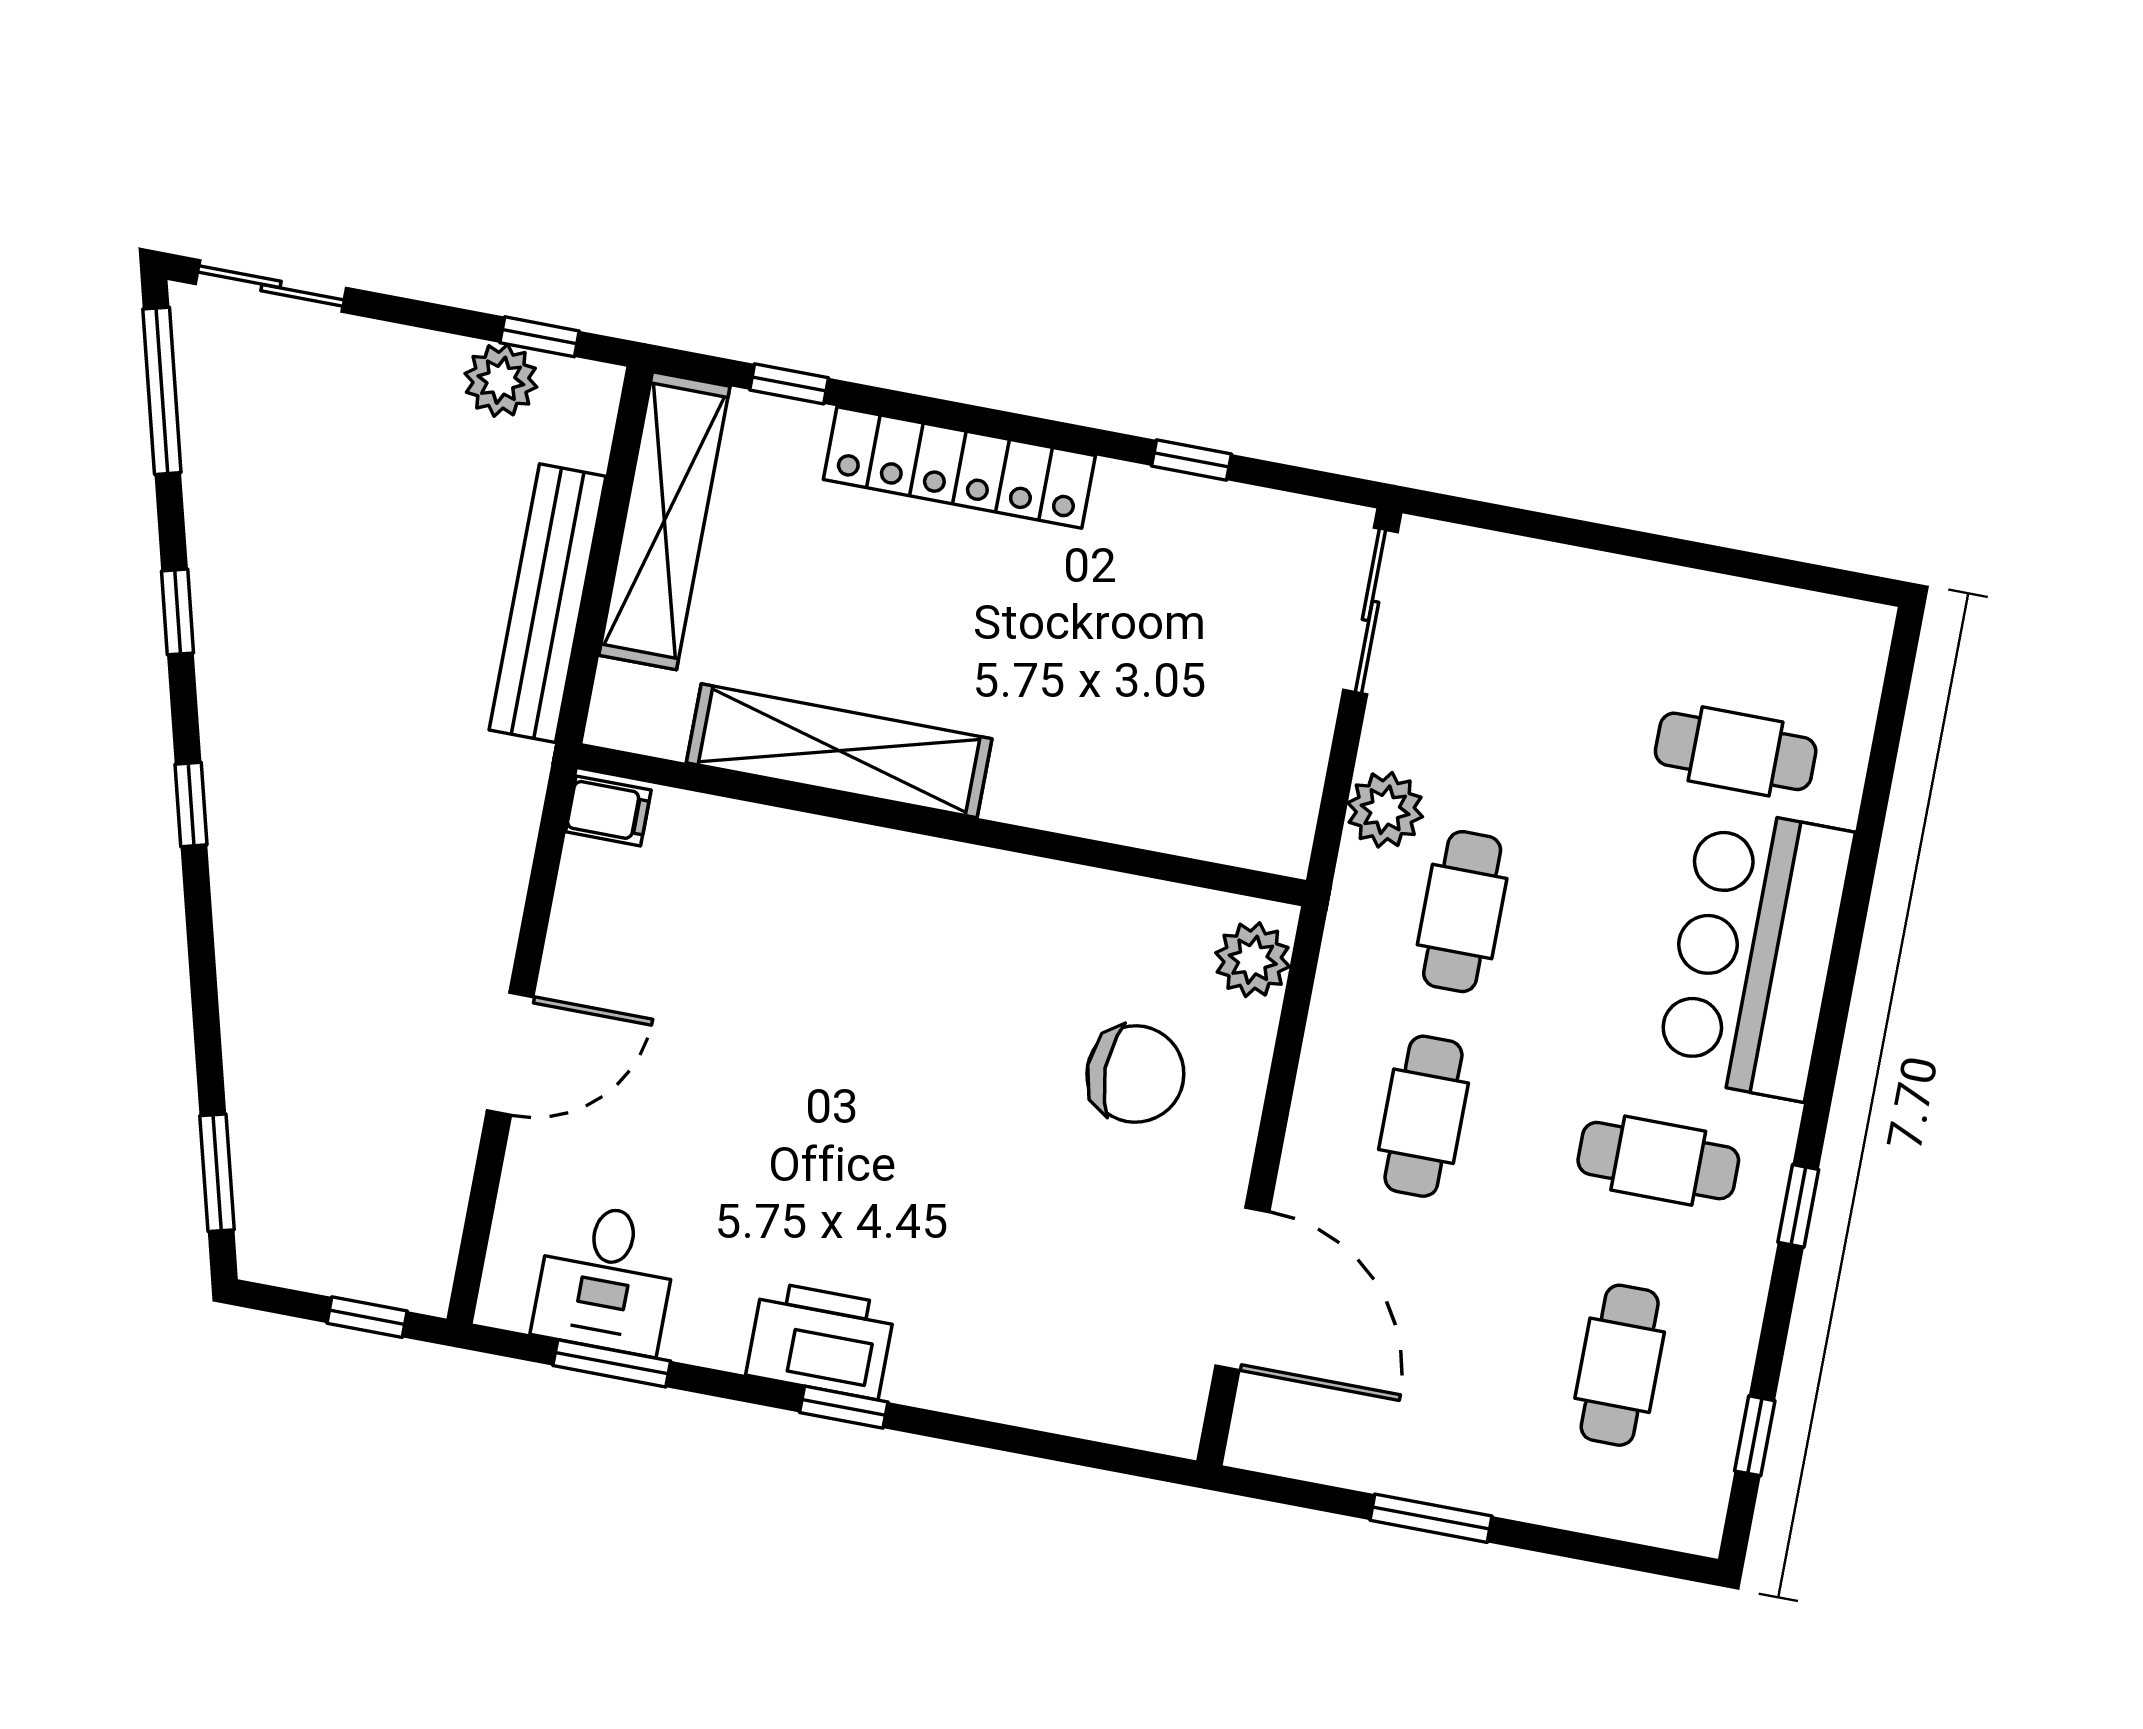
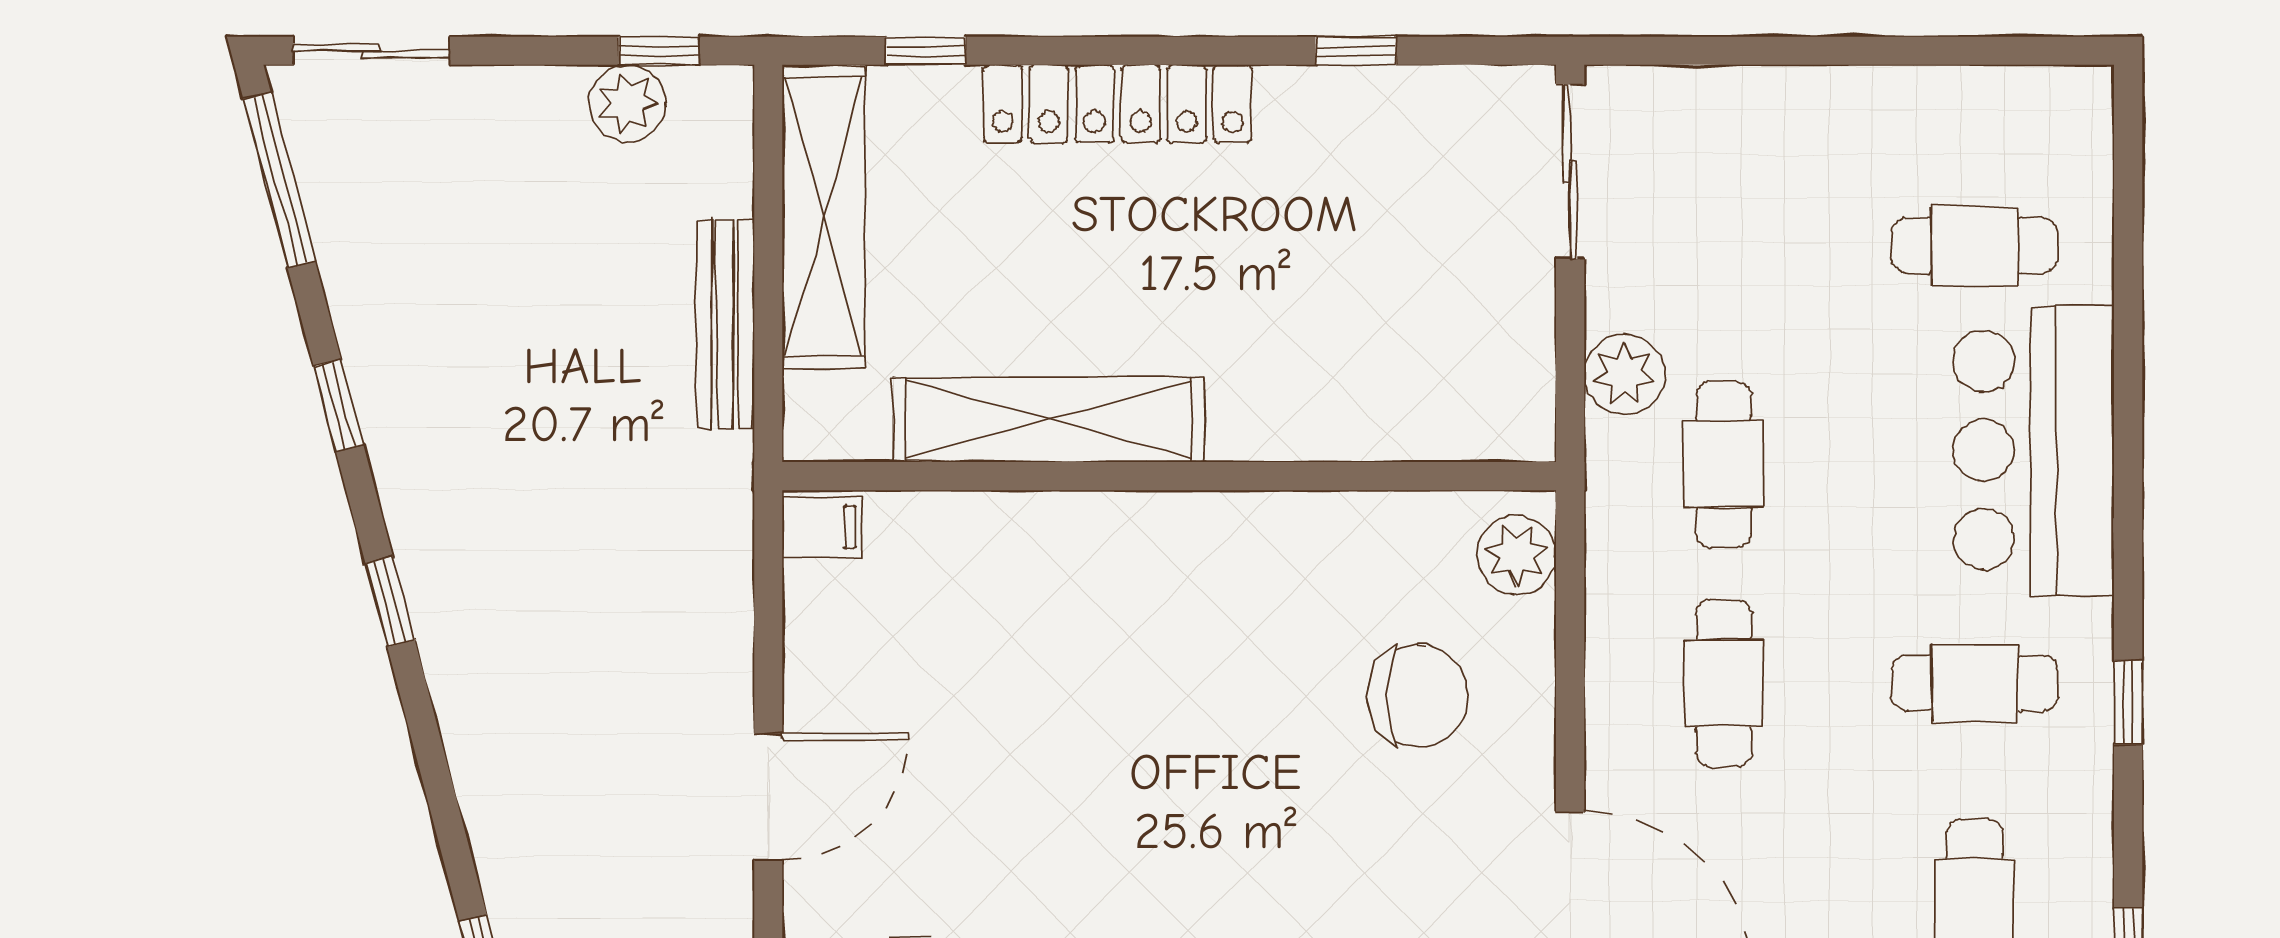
bench: (547, 603) -> (725, 324), width x0.73, depth x0.82

